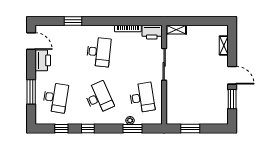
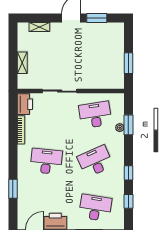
shelving: (176, 30) -> (22, 63), moved

